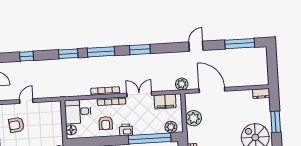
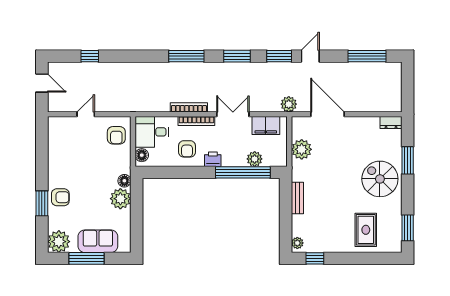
window: (68, 54) -> (279, 56), moved
armchair: (16, 125) -> (116, 135), moved, turned -83
plant: (171, 127) -> (255, 159), moved

